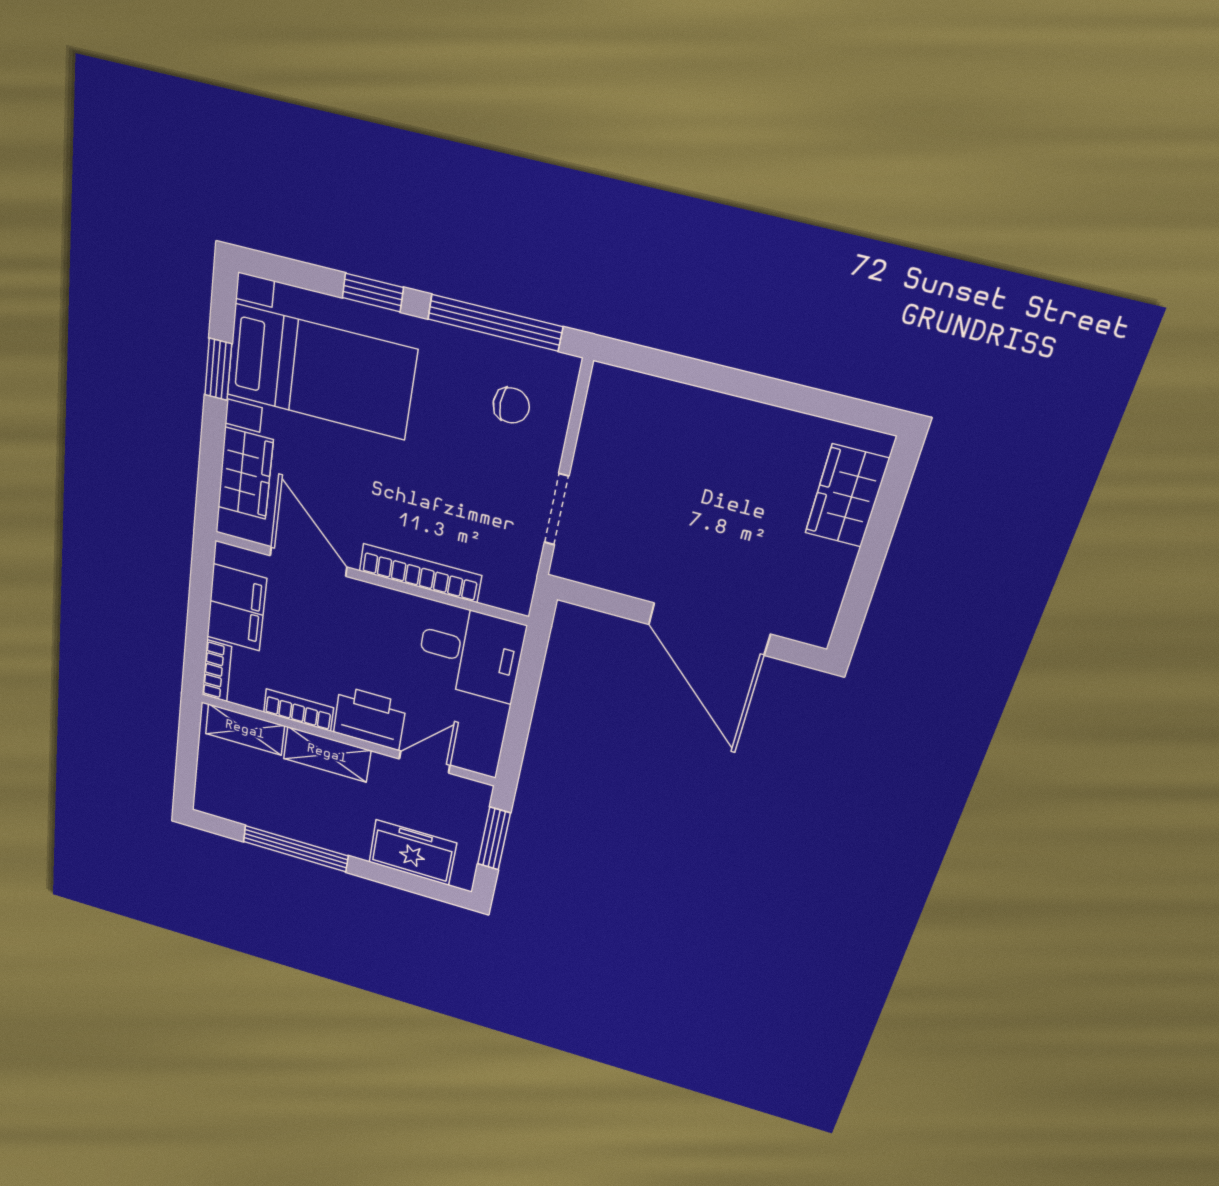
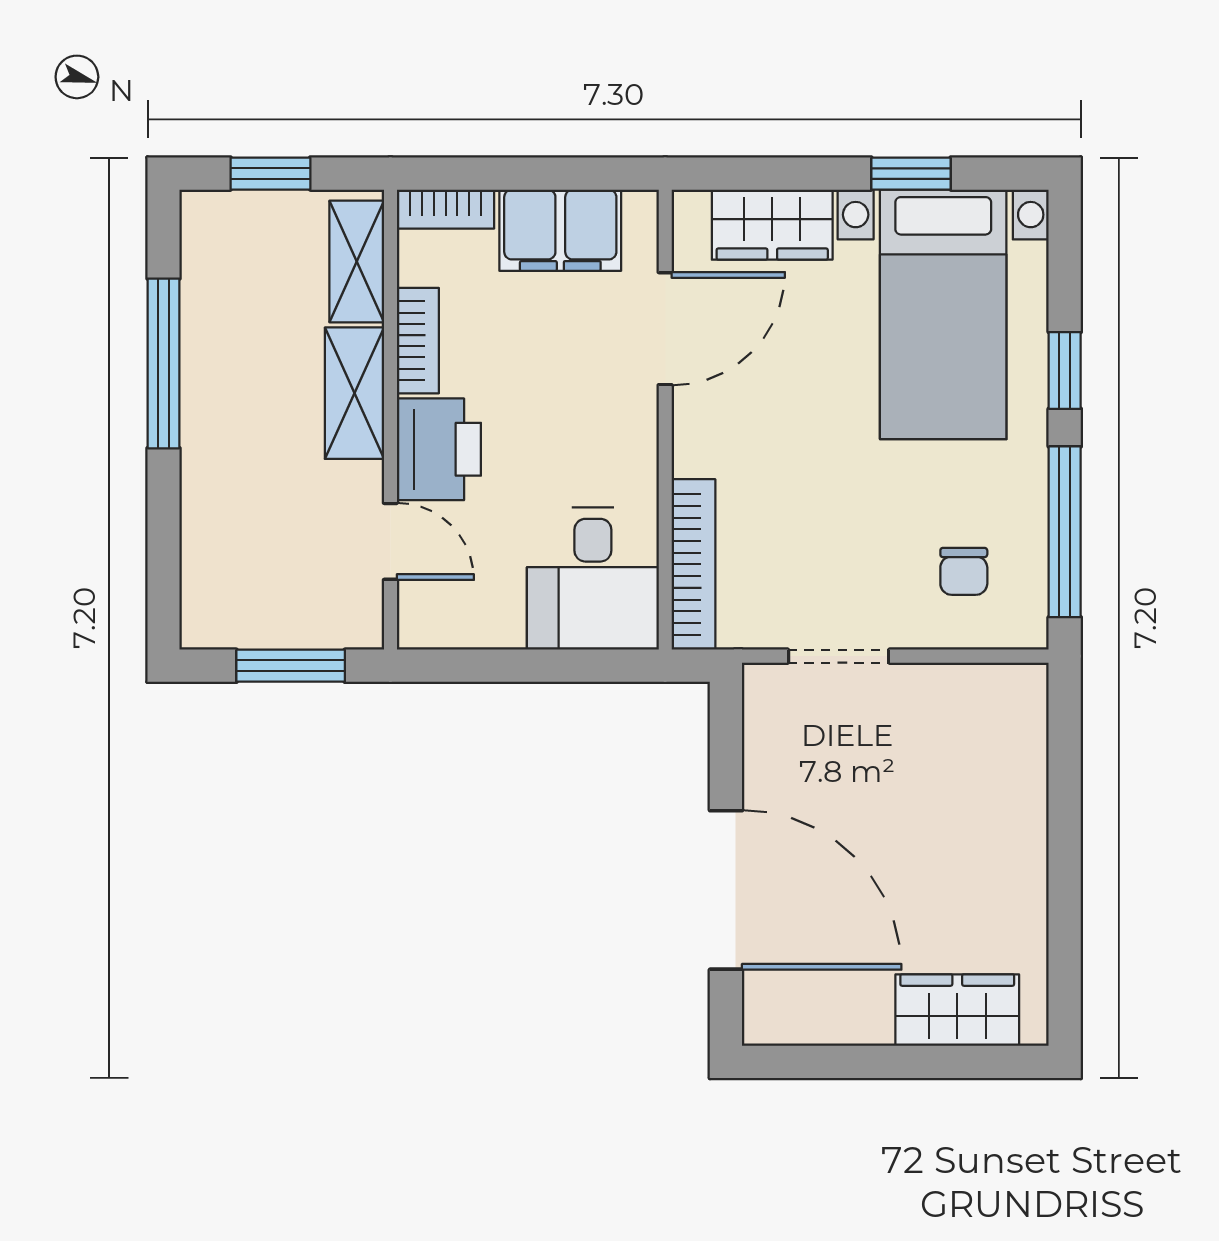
bookcase: (420, 573) -> (693, 564), moved
door: (709, 629) -> (726, 890), swing flipped
window: (187, 760) -> (270, 174), added
freezer: (413, 853) -> (221, 548), removed

